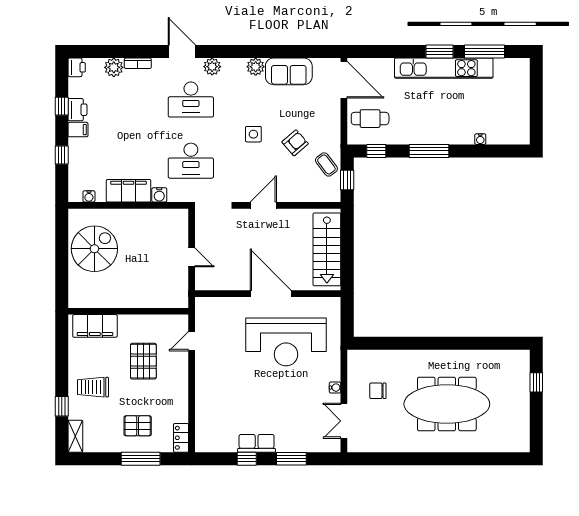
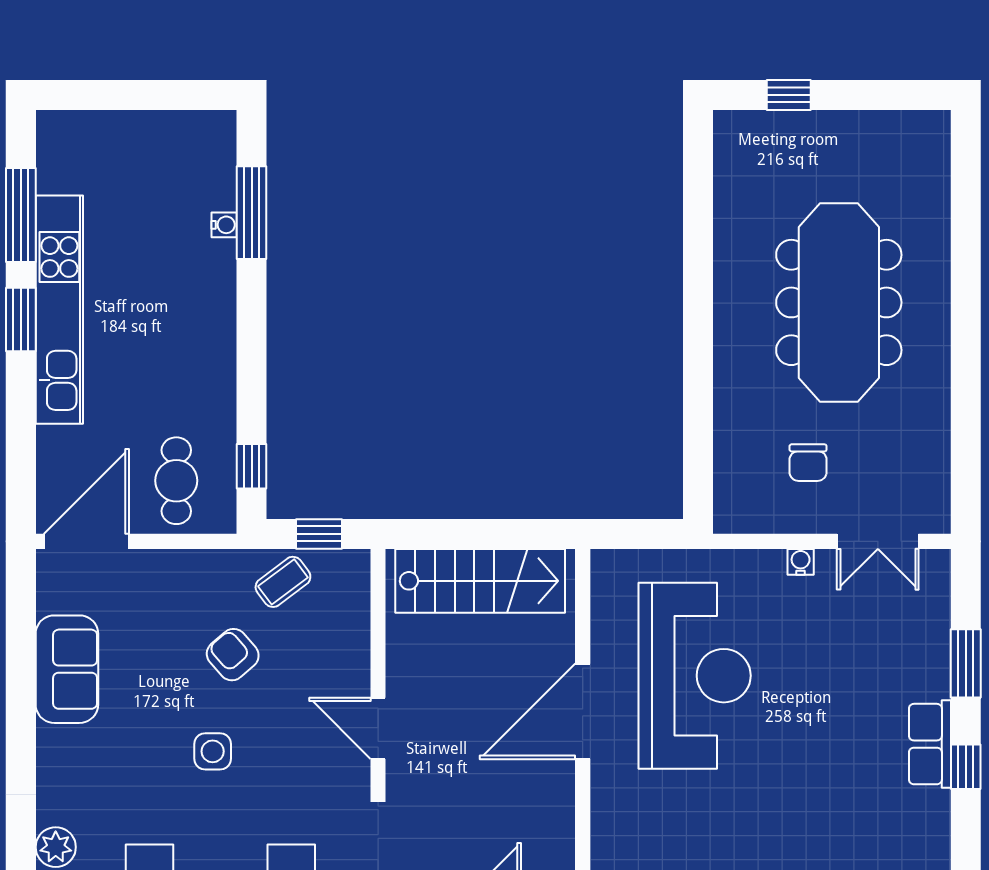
plant: (256, 67) -> (56, 746), removed
window: (429, 151) -> (252, 213), moved

